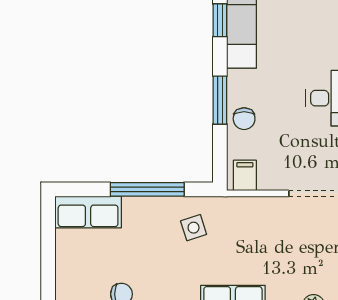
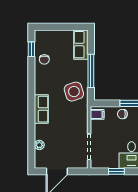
side table: (194, 228) -> (74, 92), width x1.87, depth x1.87

